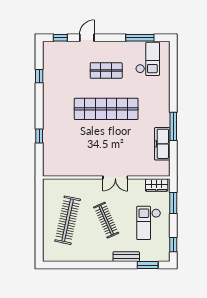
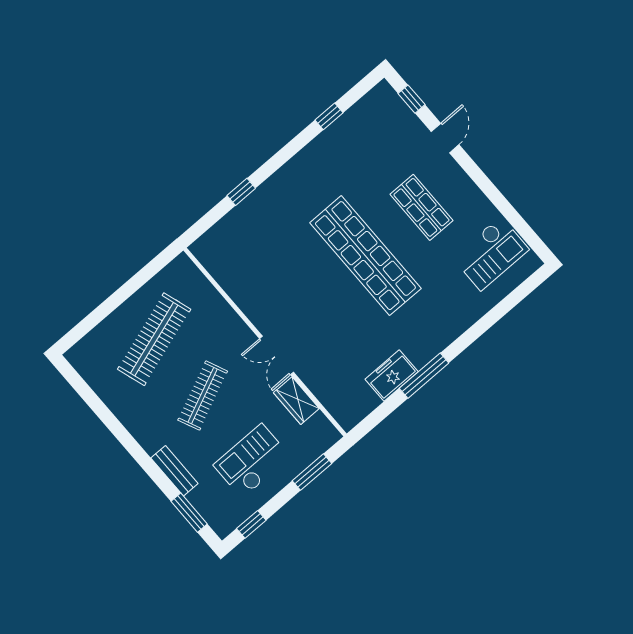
door: (87, 38) -> (445, 138), hinge flipped
window: (140, 38) -> (512, 216), removed
freezer: (162, 144) -> (392, 376), width x0.71
wardrobe: (157, 185) -> (296, 401), moved
clothes rail: (68, 220) -> (154, 339), turned -30

